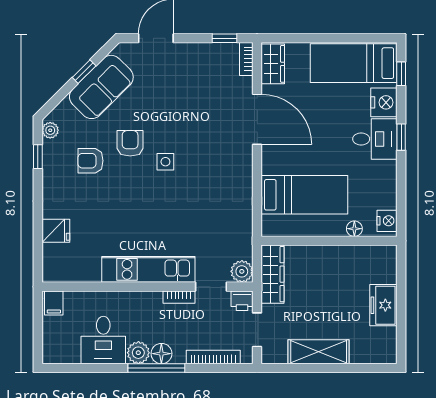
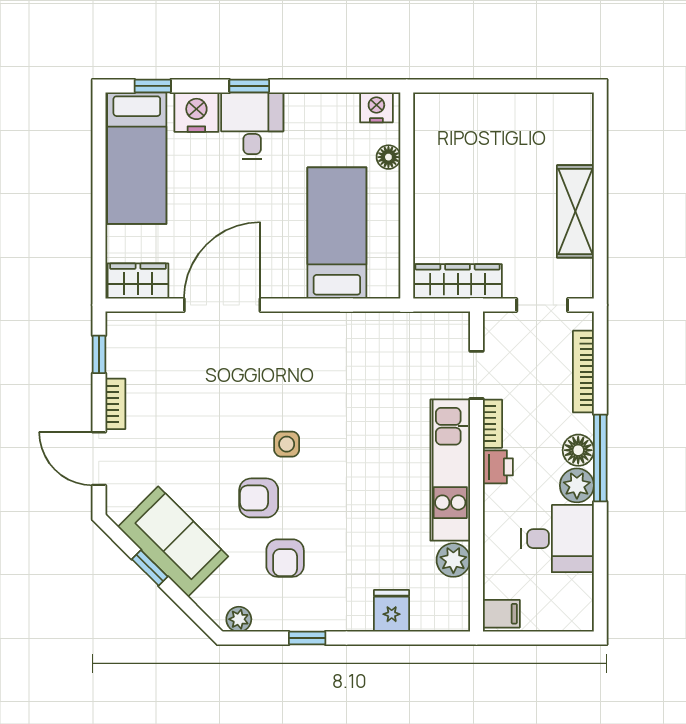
bookcase: (246, 59) -> (115, 404), moved, turned -90
window: (38, 157) -> (307, 638), moved
plant: (242, 271) -> (453, 560), moved
printer: (242, 301) -> (498, 467), moved
freezer: (383, 305) -> (505, 113), removed

